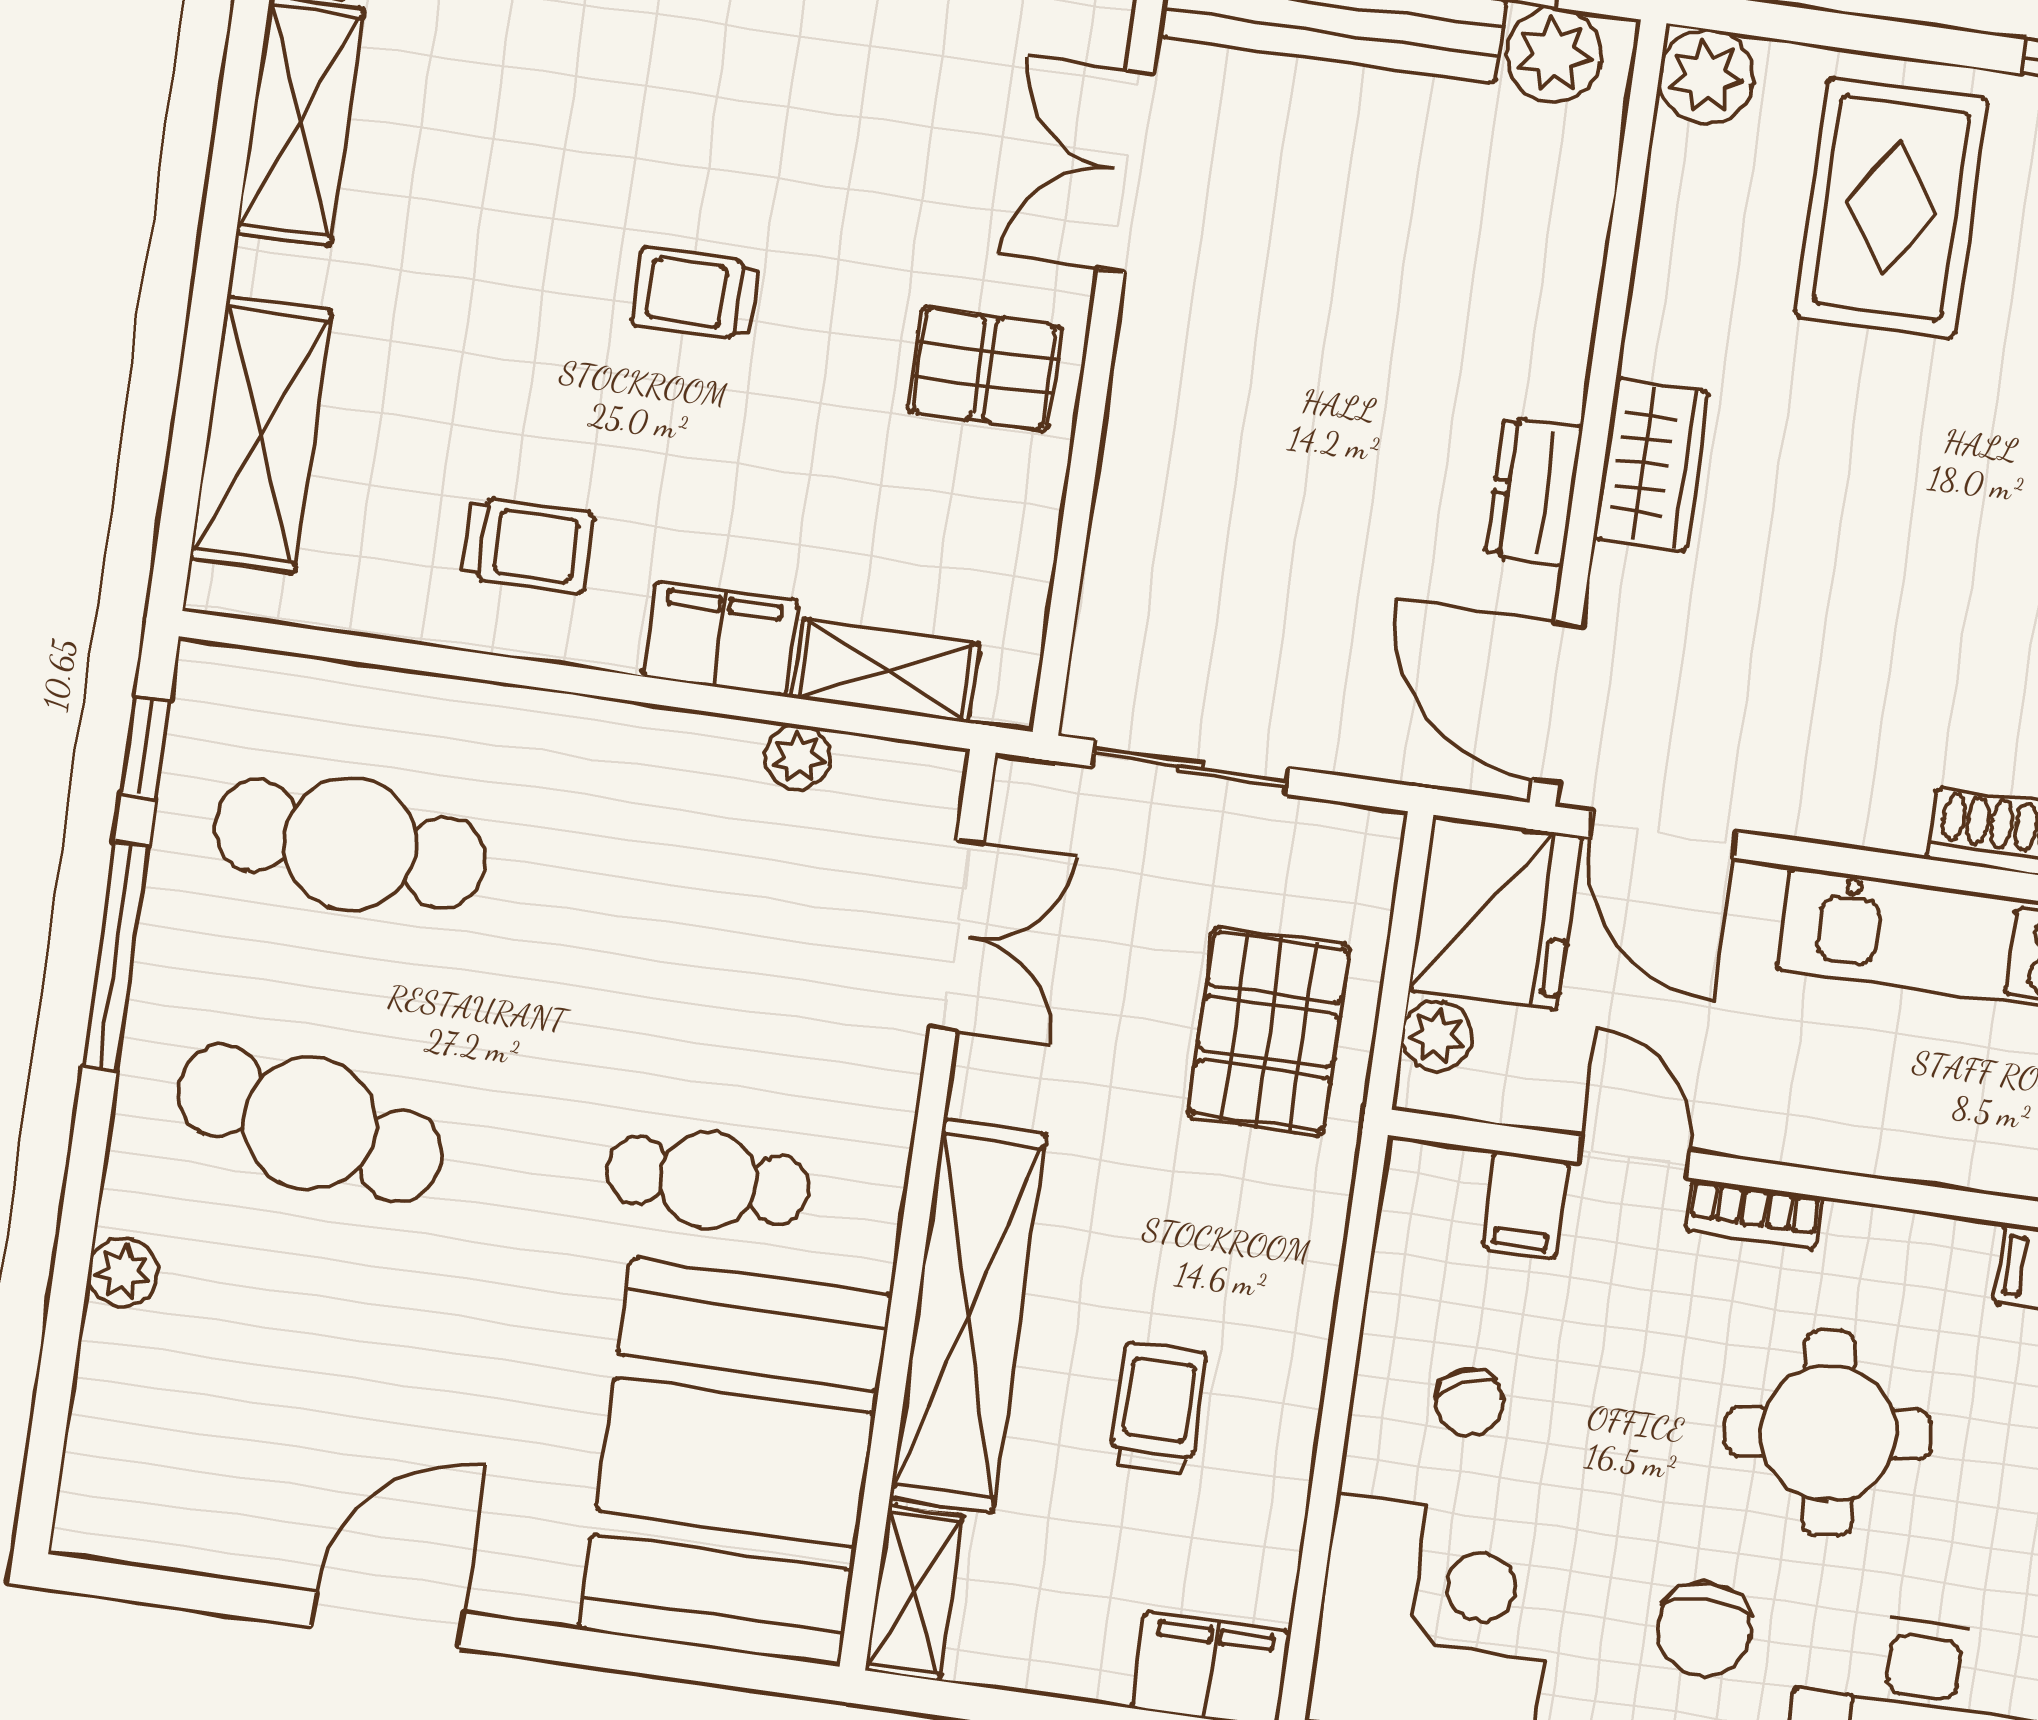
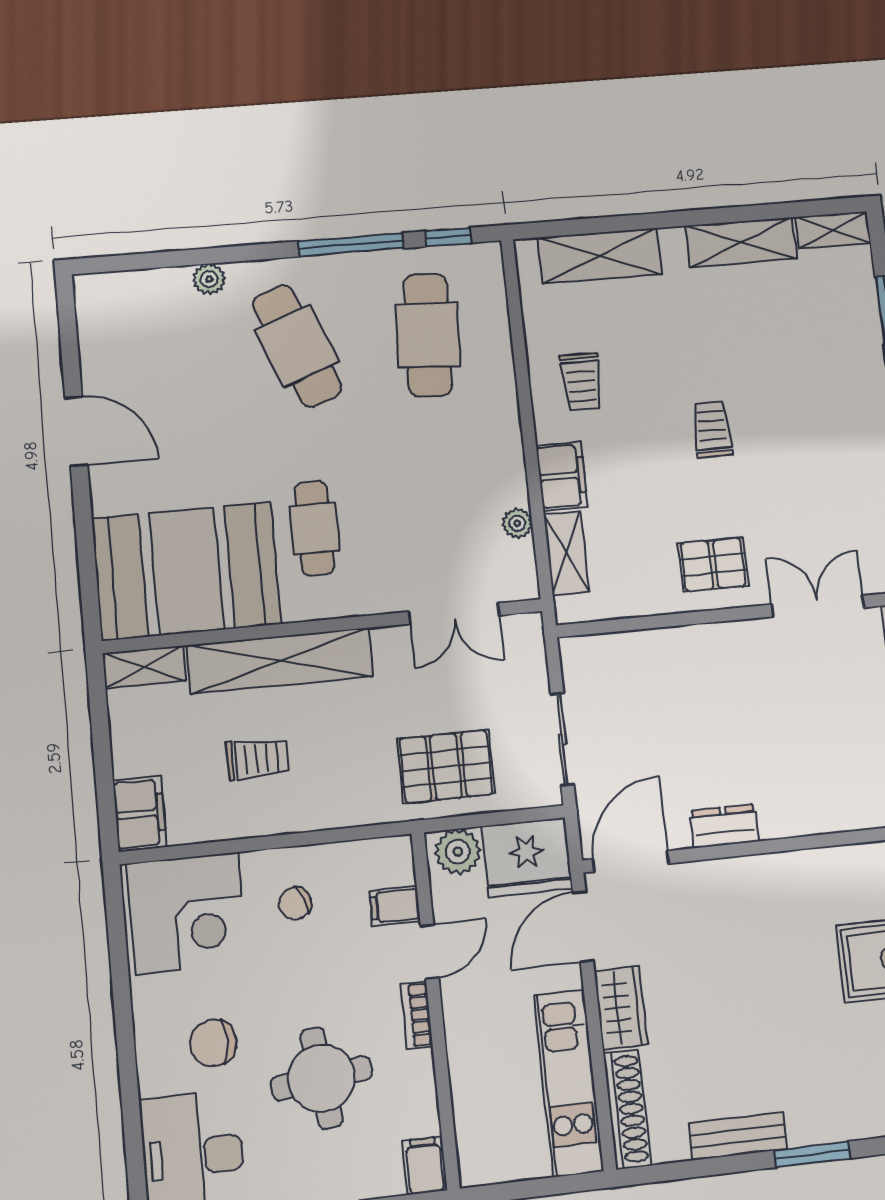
pallet: (984, 369) -> (713, 565), turned 90
wardrobe: (1651, 465) -> (621, 1008), moved, turned -90
sliding door: (1190, 767) -> (562, 739), moved
plant: (1437, 1036) -> (458, 852), width x1.38, depth x1.38
cafe table: (310, 1123) -> (297, 346), turned -33

